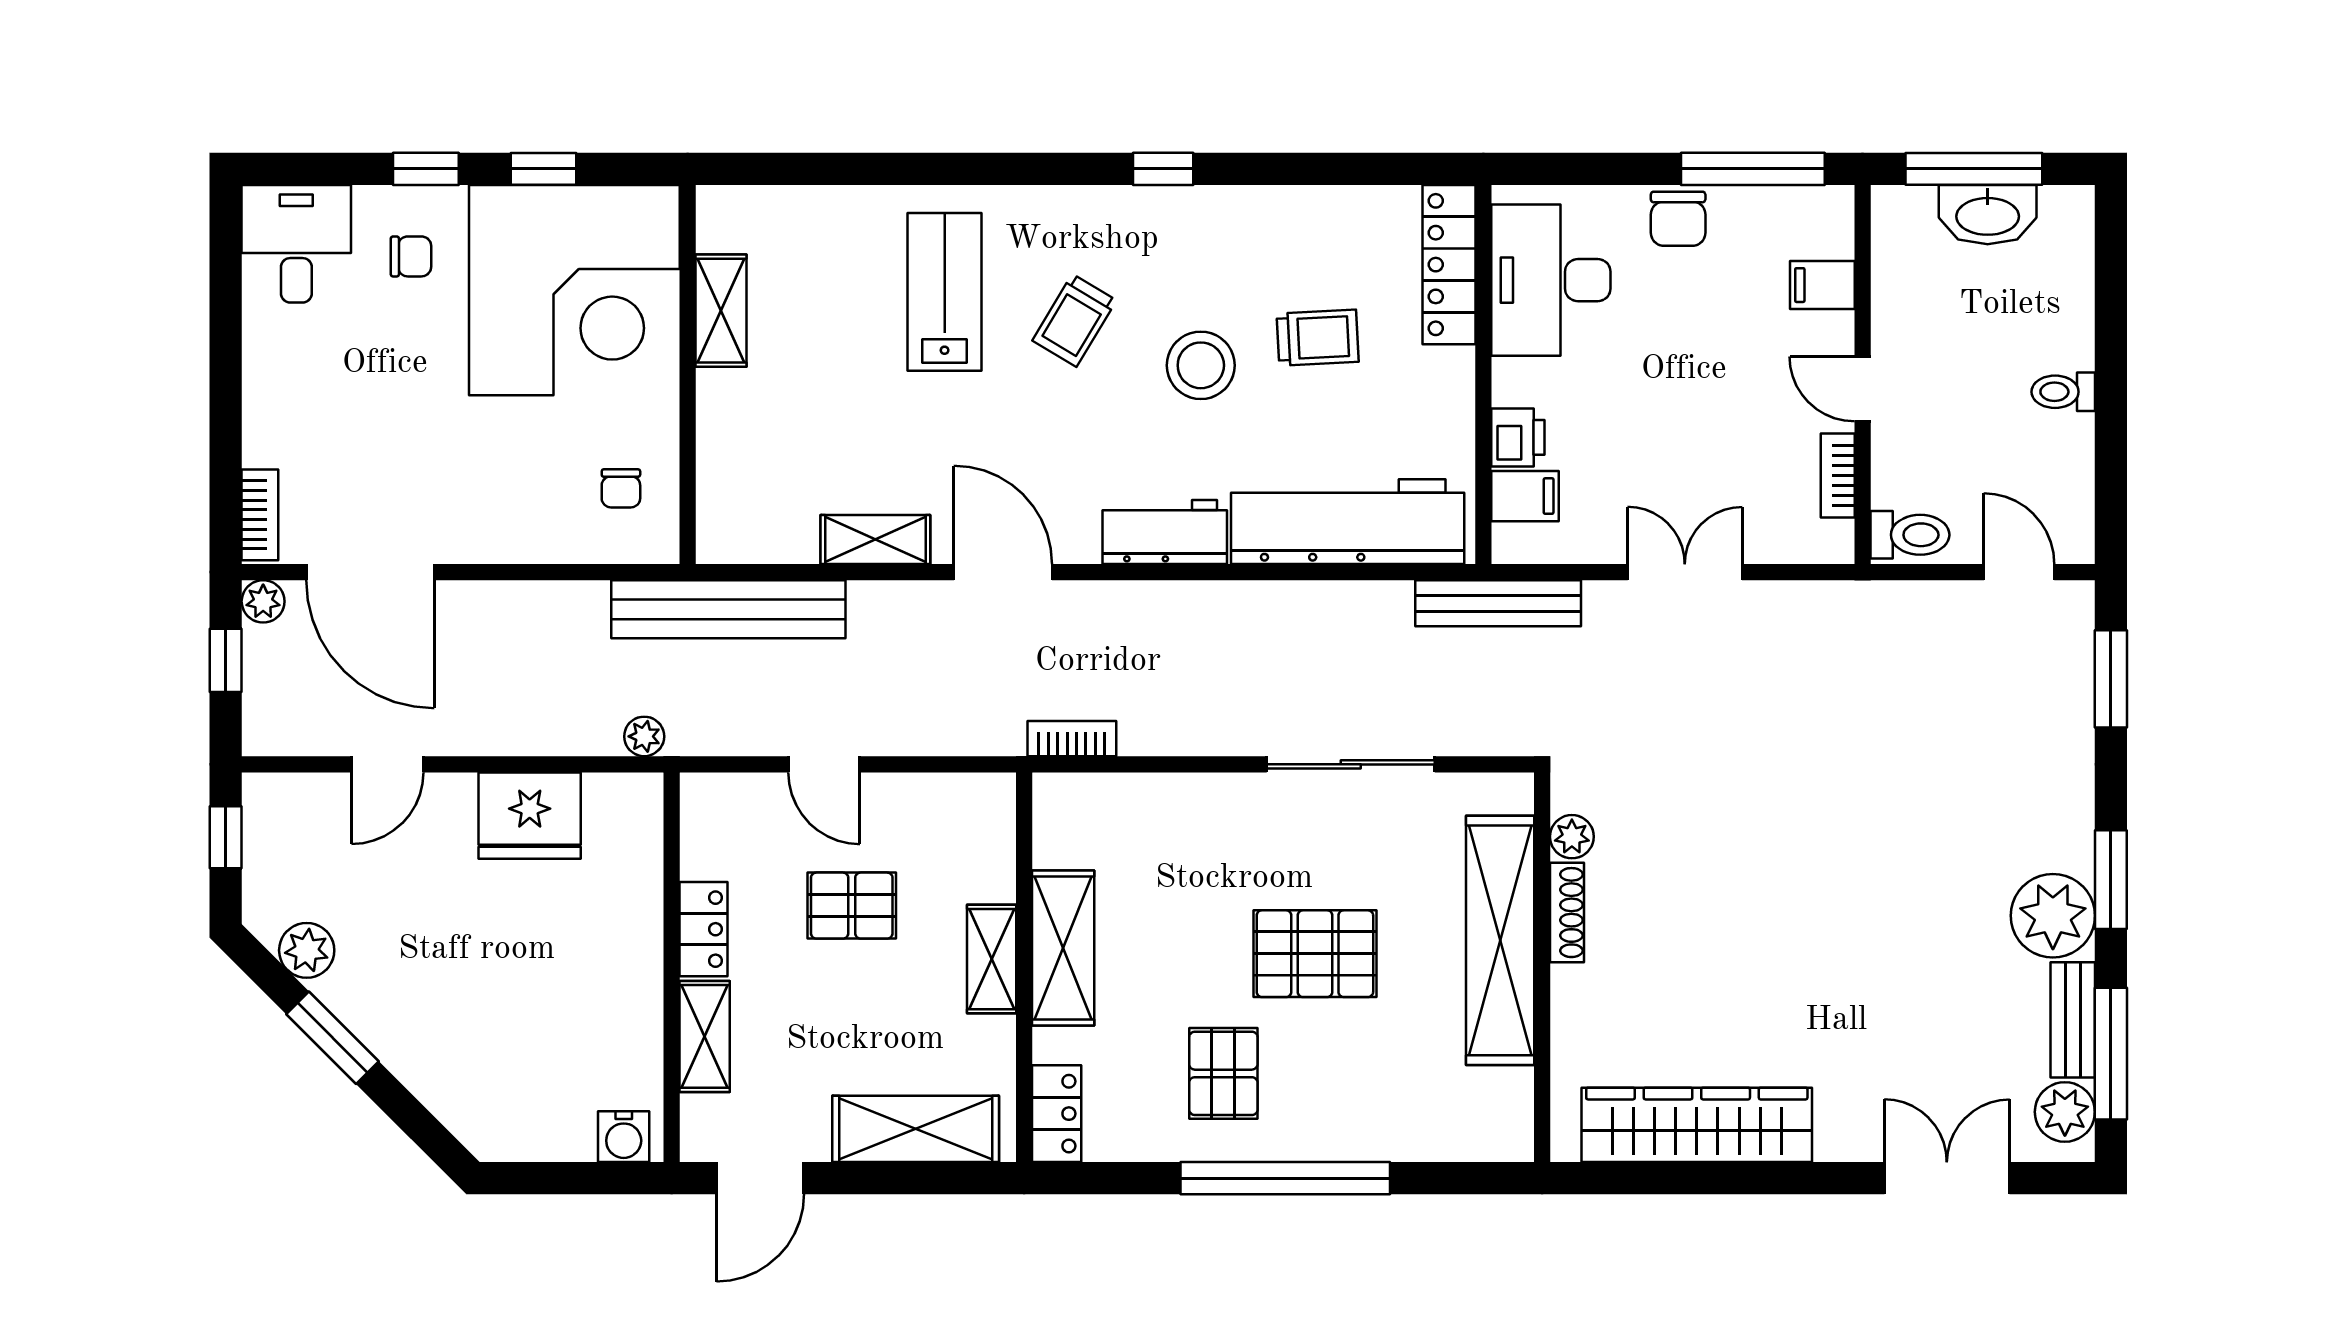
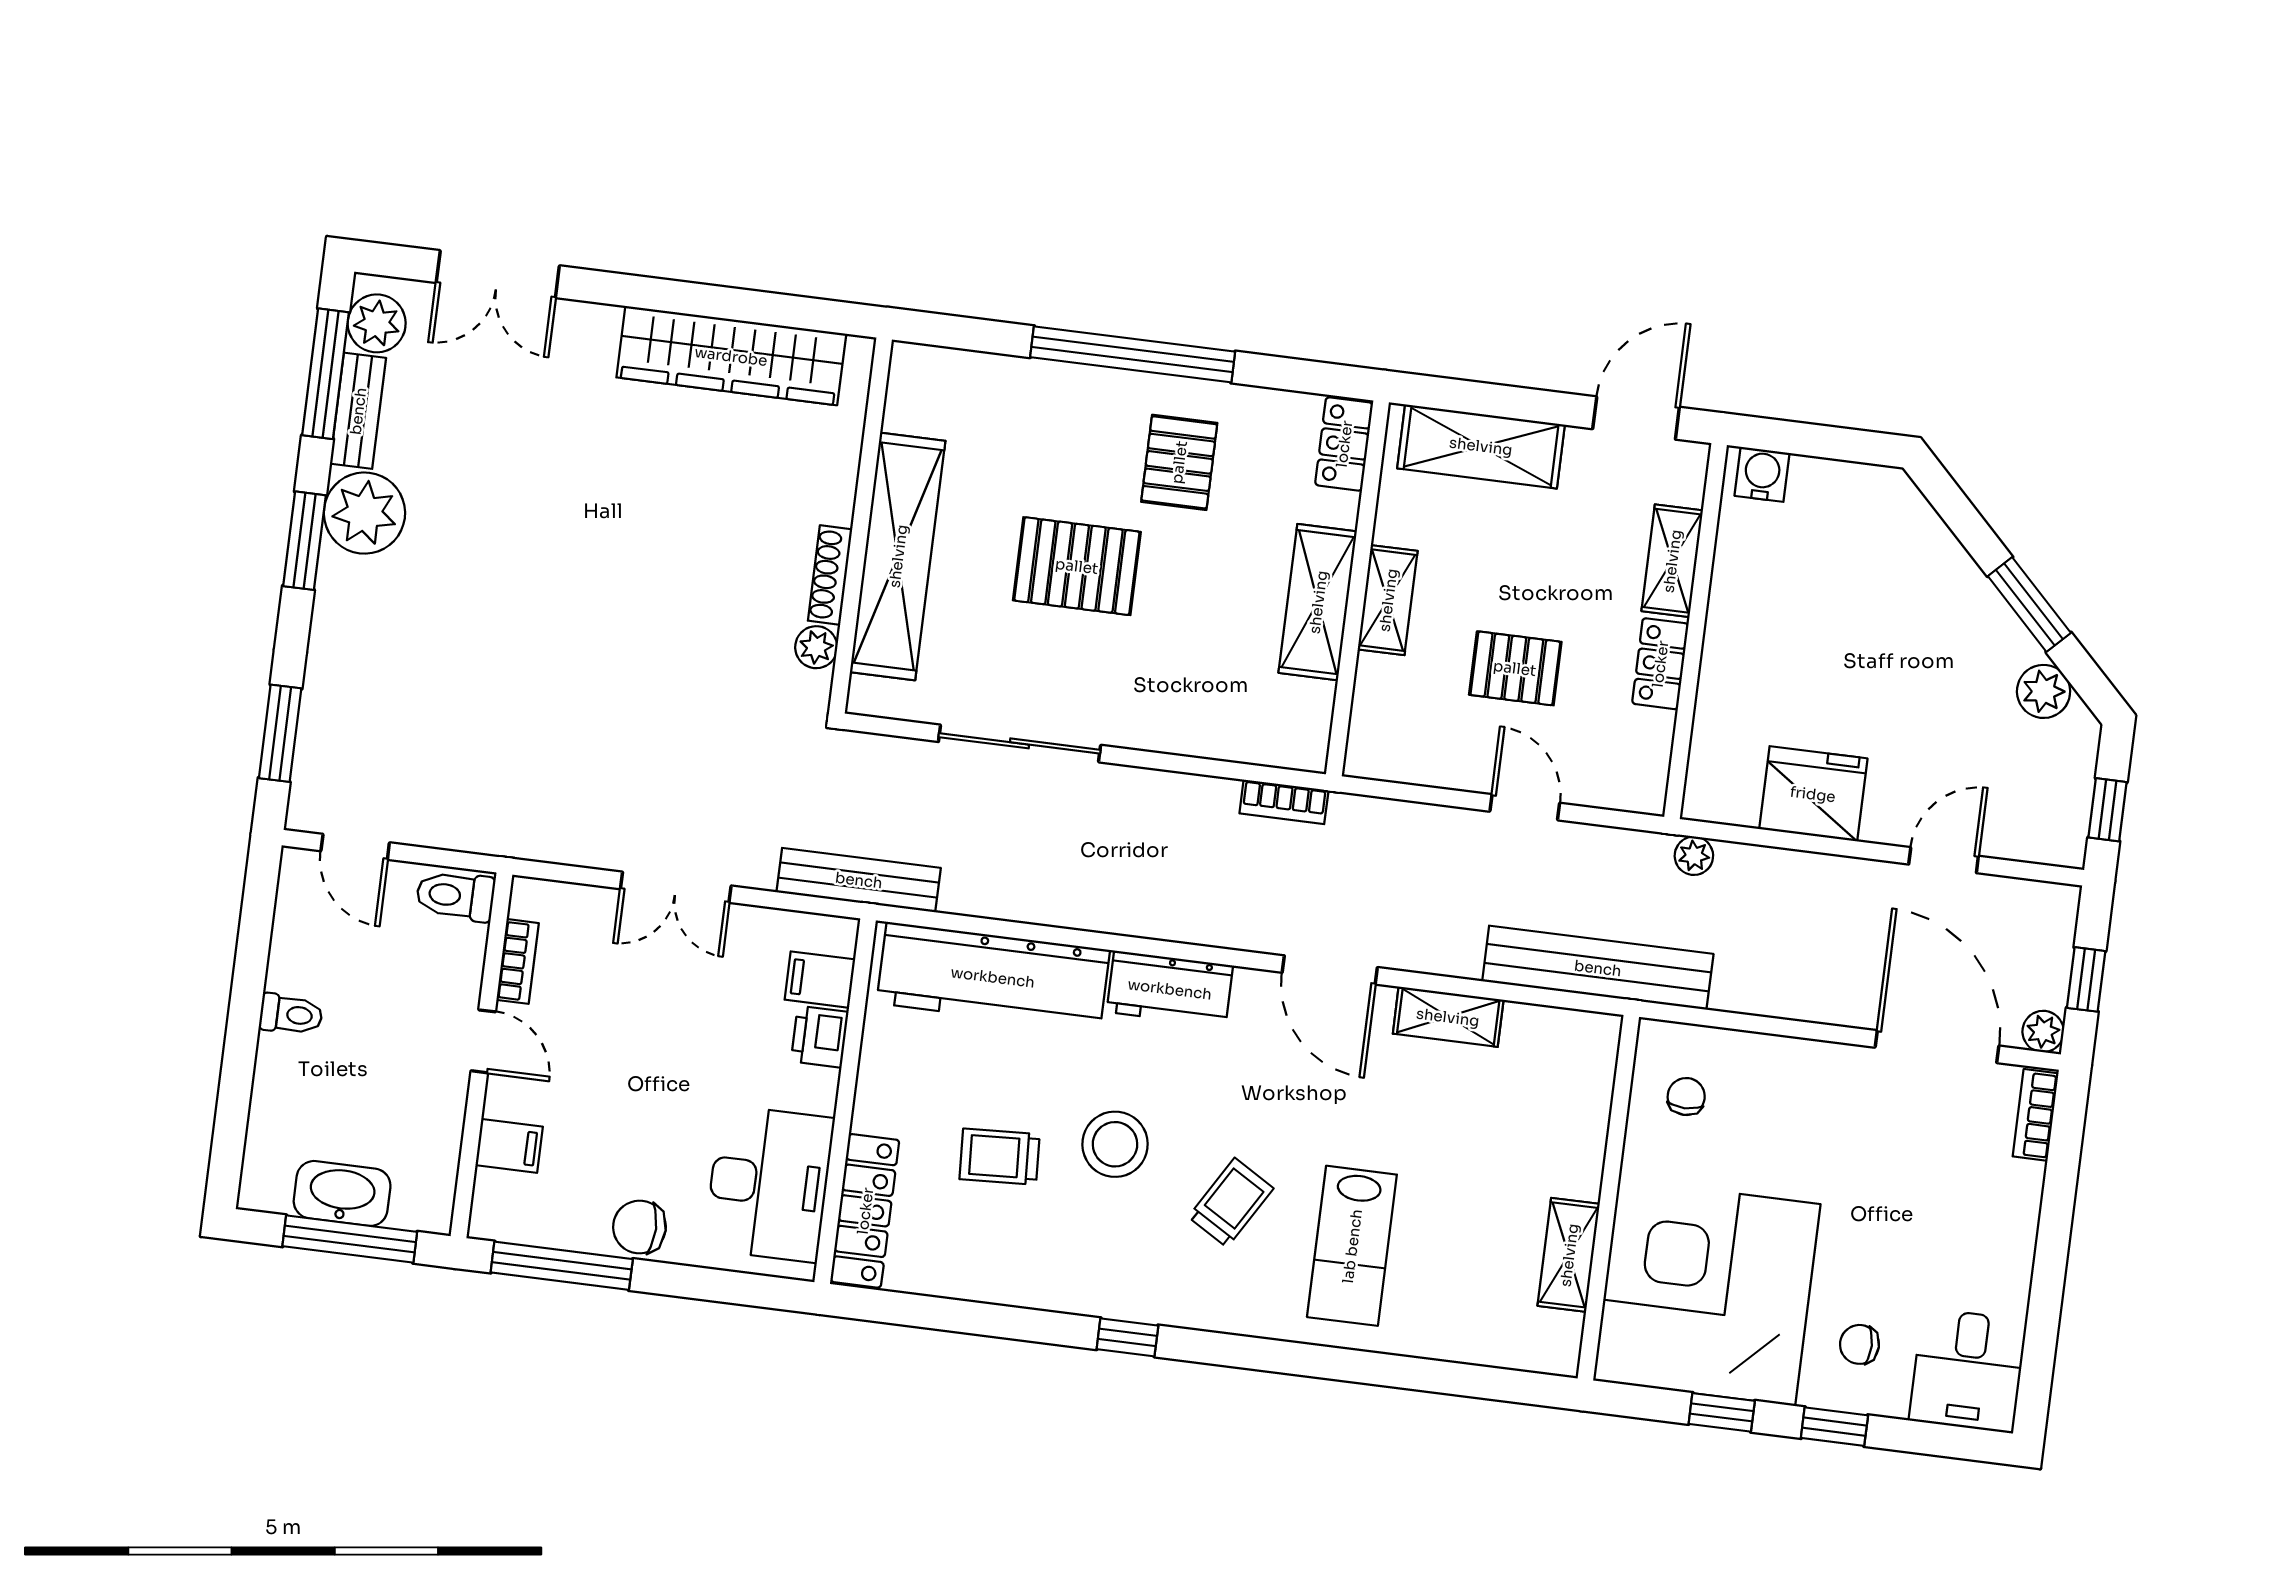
chair: (1678, 219) -> (639, 1227), turned -90

